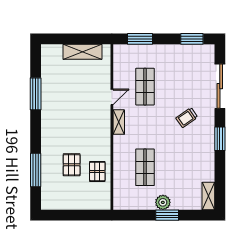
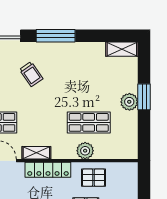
locker: (104, 132) -> (48, 170), added
window: (220, 139) -> (56, 36), width x1.44
plant: (121, 164) -> (85, 151), added

